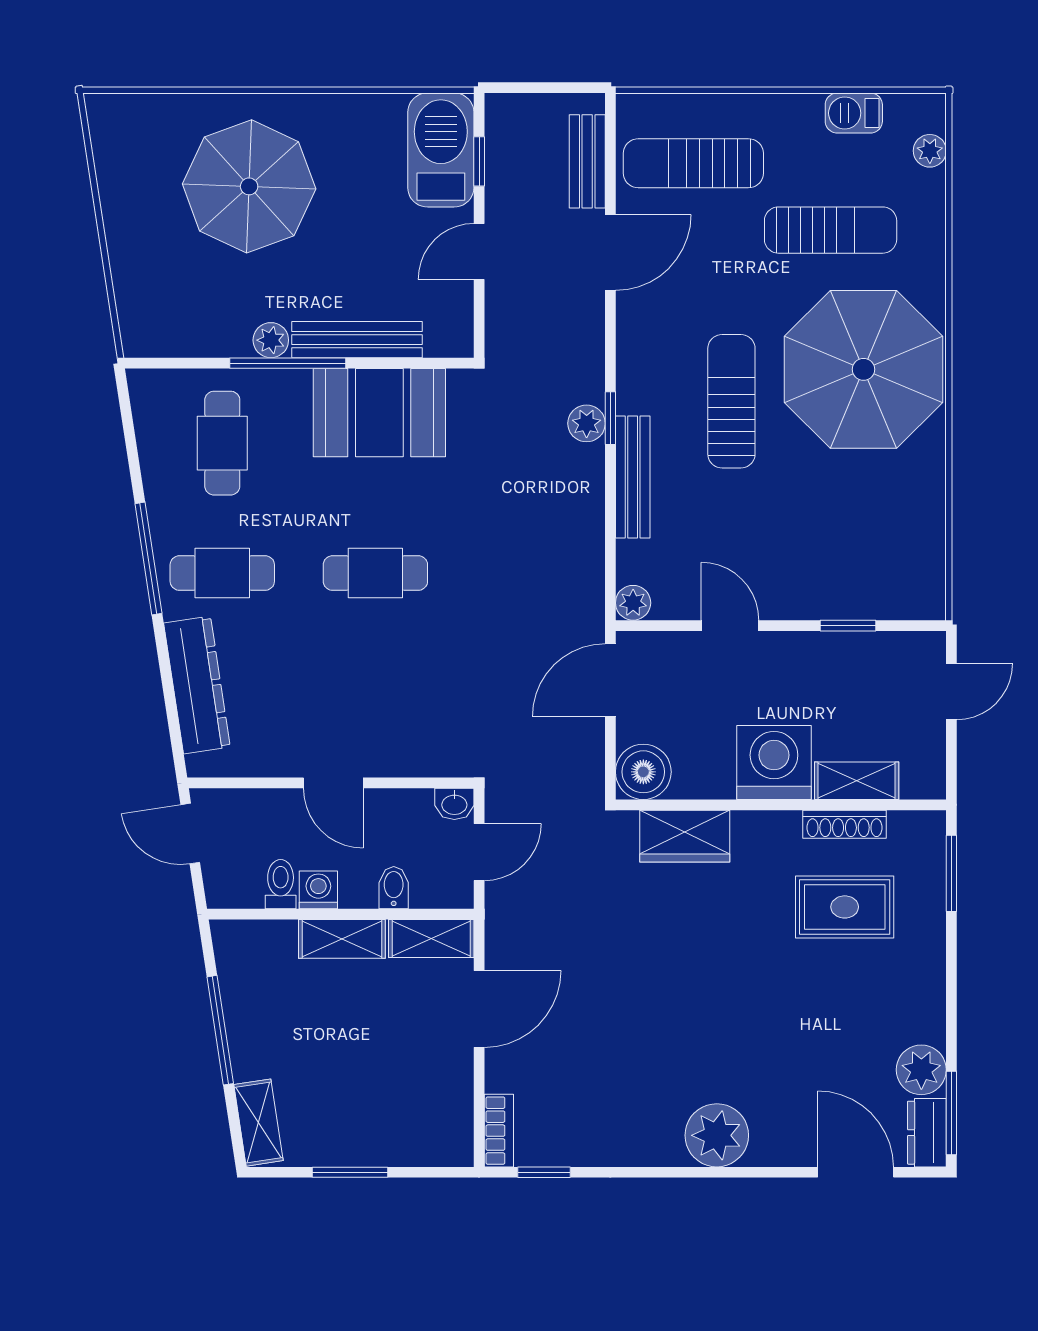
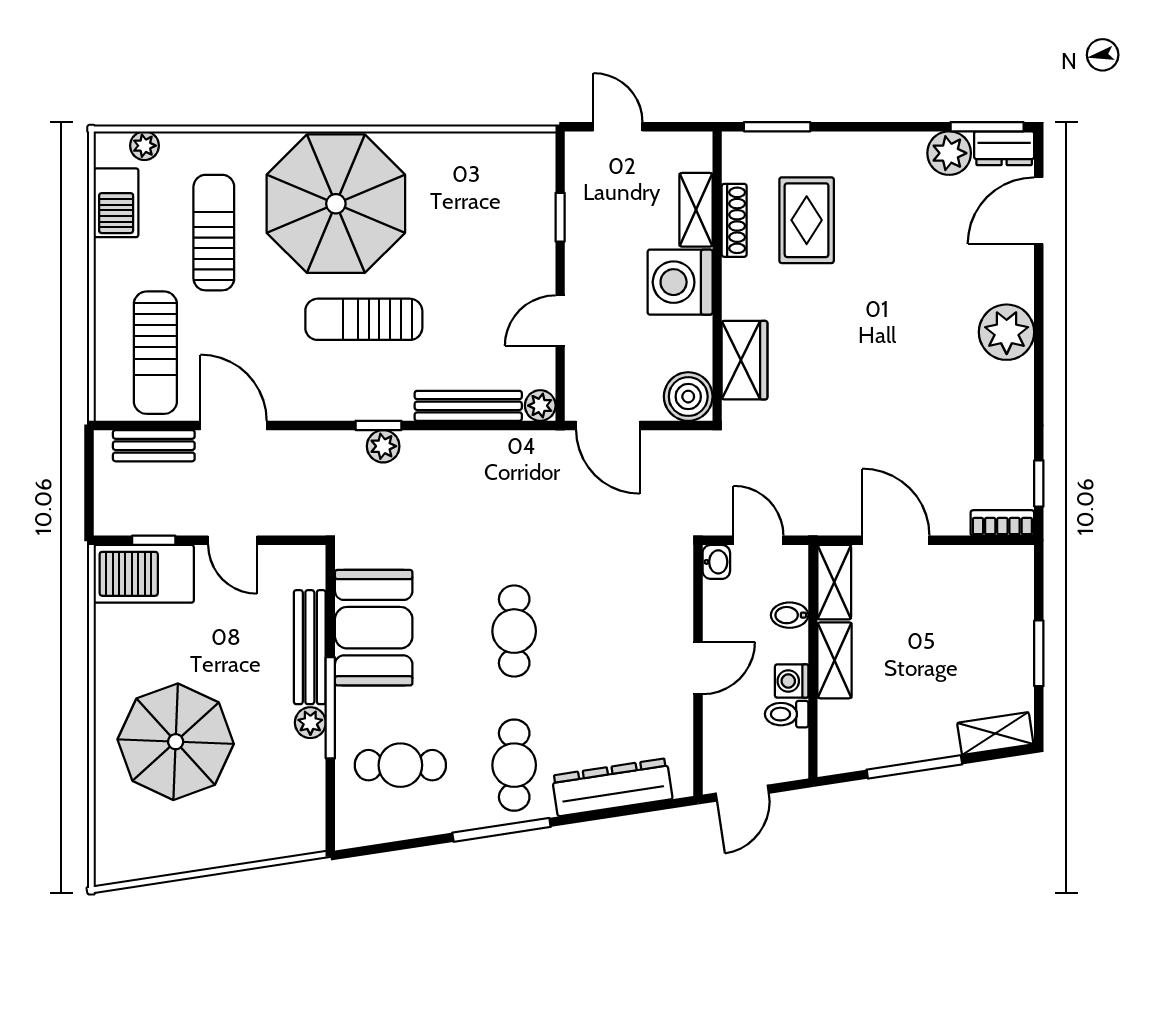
barbecue: (854, 113) -> (116, 203), width x1.38, depth x1.27
bench: (633, 477) -> (468, 406), moved

